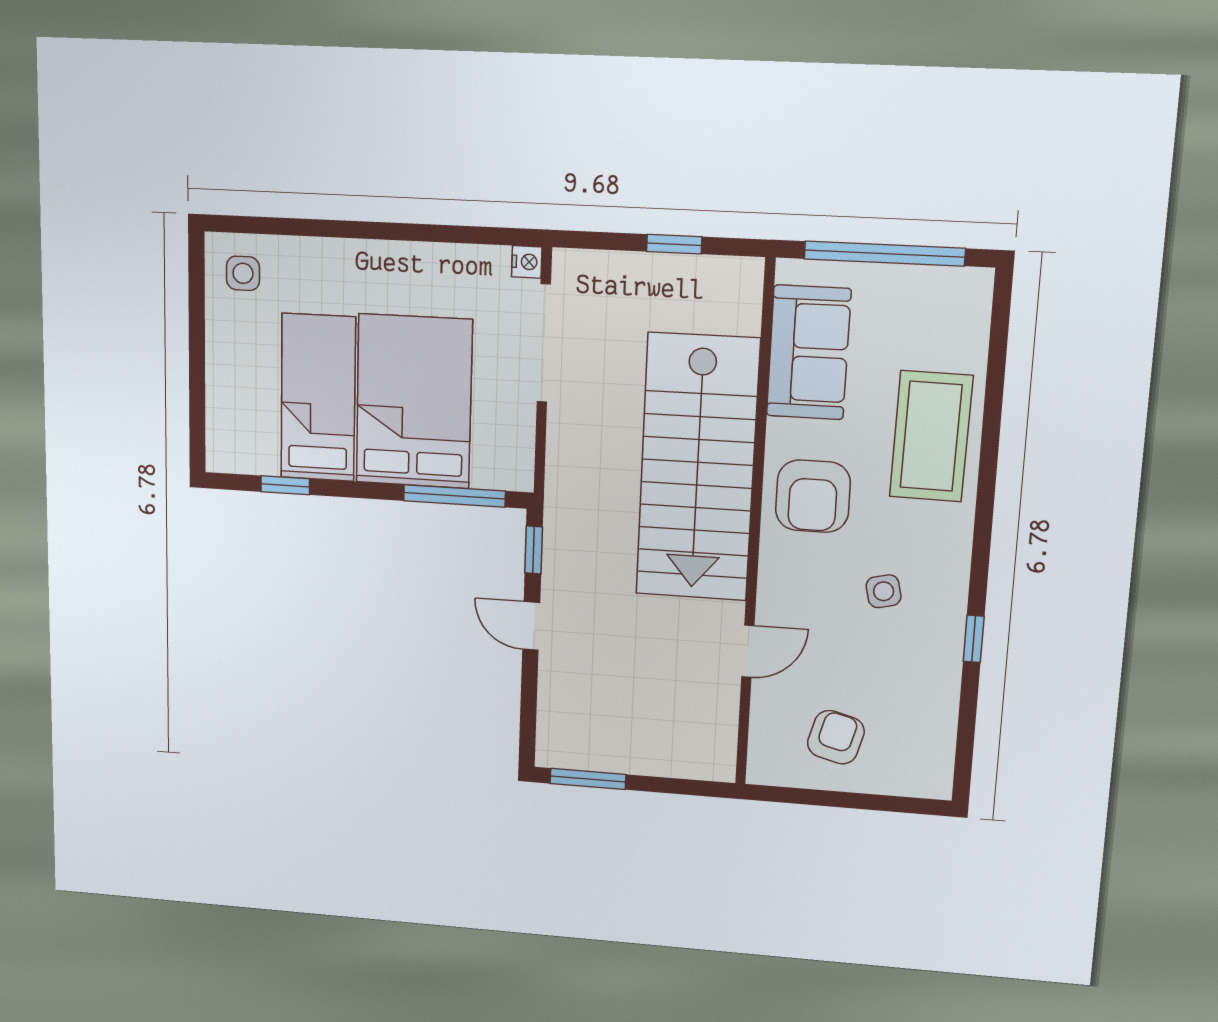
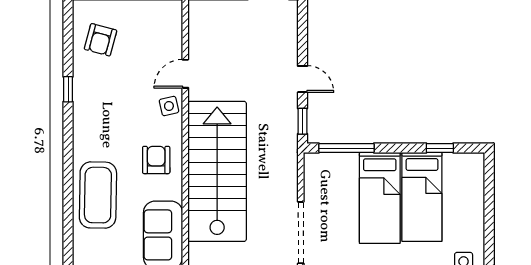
bed: (414, 401) -> (380, 198), width x0.67
armchair: (813, 496) -> (156, 160), width x0.72, depth x0.72
side table: (884, 591) -> (169, 106), moved
armchair: (836, 737) -> (101, 40), moved

